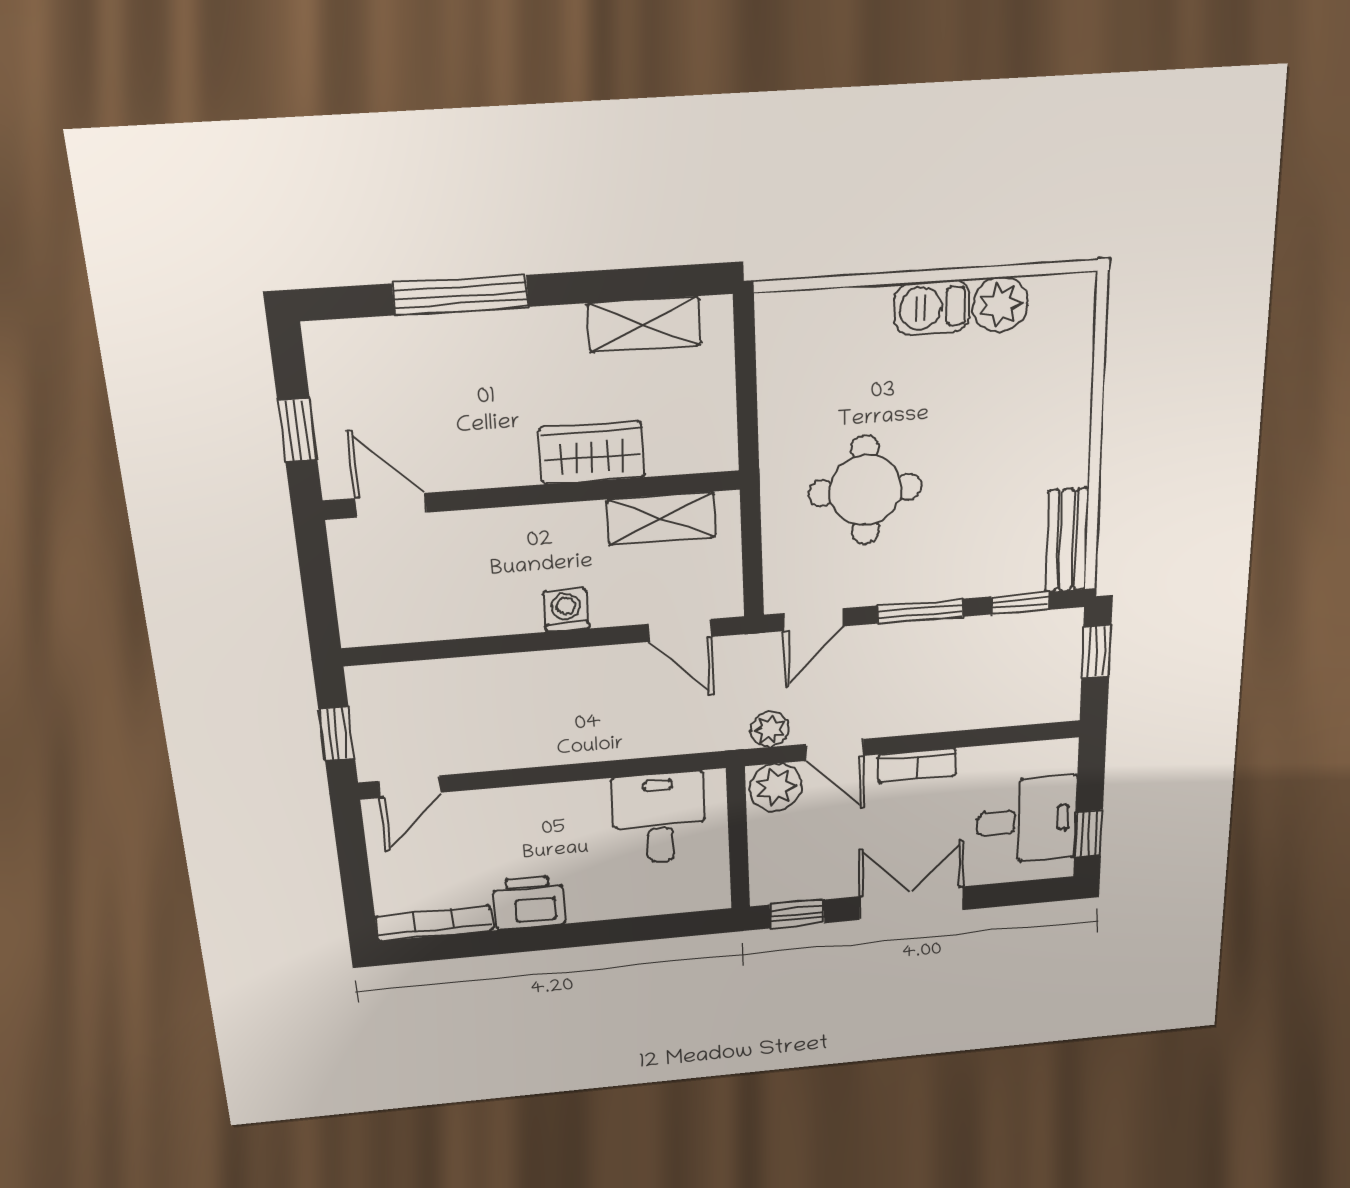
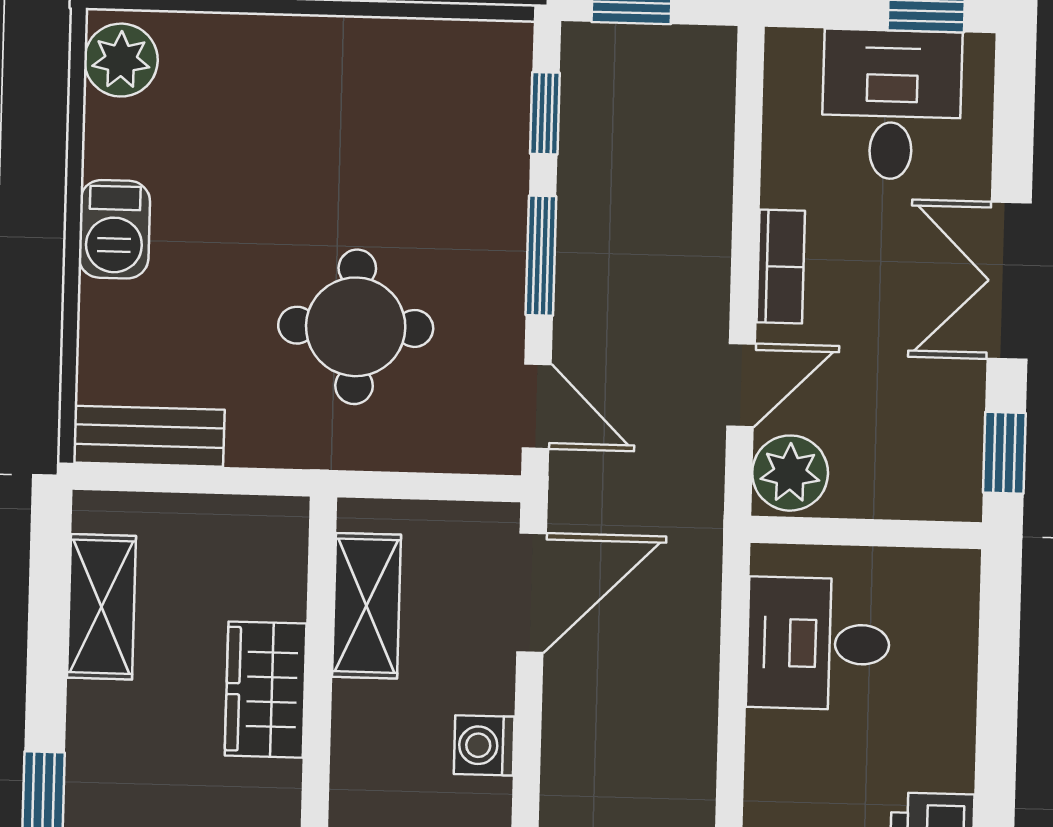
plant: (1000, 304) -> (121, 60), moved
bench: (1067, 540) -> (149, 436), moved
door: (680, 630) -> (532, 593), width x1.38
plant: (770, 729) -> (697, 477), removed

